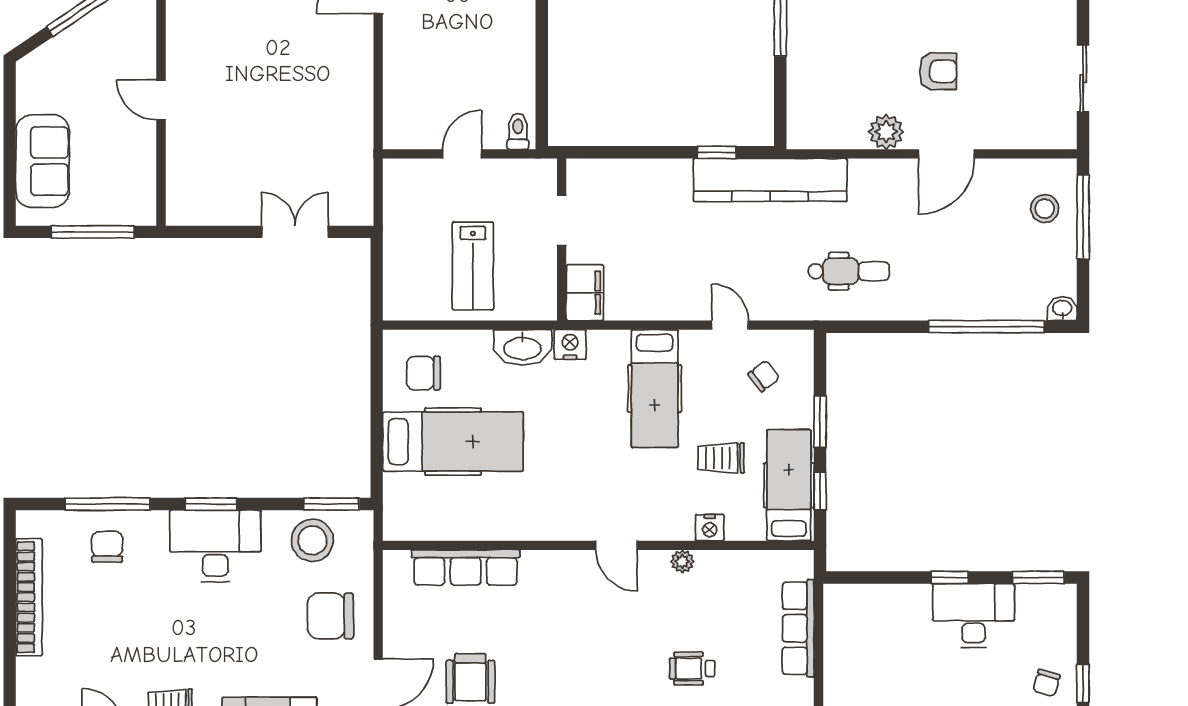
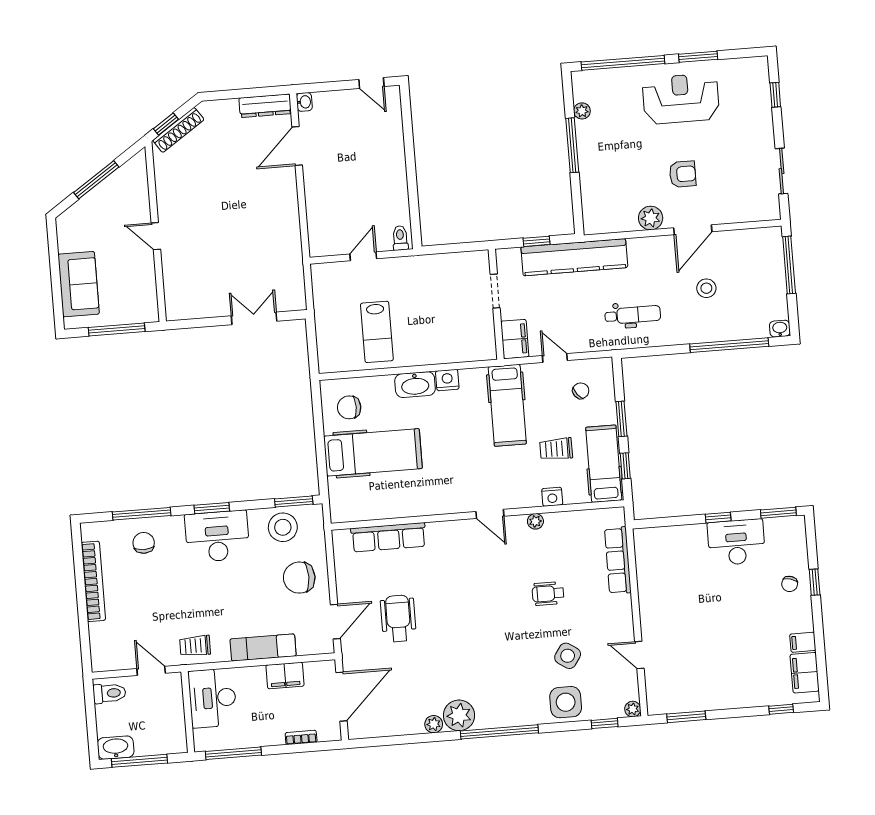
stool: (1045, 209) -> (706, 288), moved
doorway: (562, 220) -> (495, 291), moved
wall: (562, 240) -> (496, 304), moved
filing cabinet: (585, 293) -> (515, 339), moved

